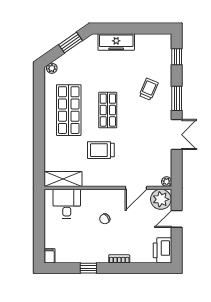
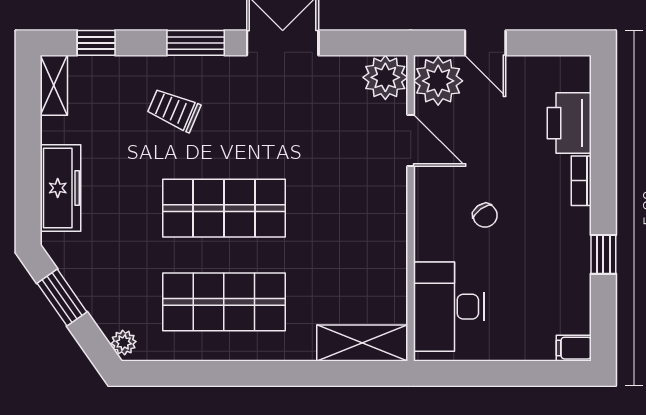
shelving: (159, 39) -> (54, 85), added
shop shelf: (108, 110) -> (224, 208), width x1.43, depth x1.36
trolley: (101, 150) -> (320, 225), removed
shelving: (63, 179) -> (362, 343), moved, turned 90
plant: (167, 182) -> (385, 77), width x1.88, depth x1.88
desk: (67, 204) -> (449, 307), width x1.37
printer: (162, 250) -> (569, 123), moved, turned 90

